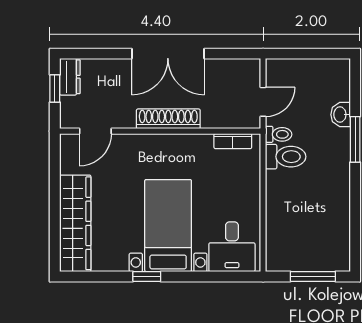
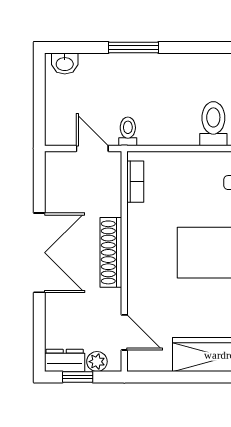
plant: (69, 106) -> (97, 362), added
washbasin: (341, 115) -> (65, 63), moved
toilet: (286, 157) -> (213, 124), moved

